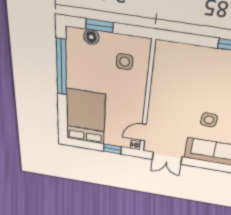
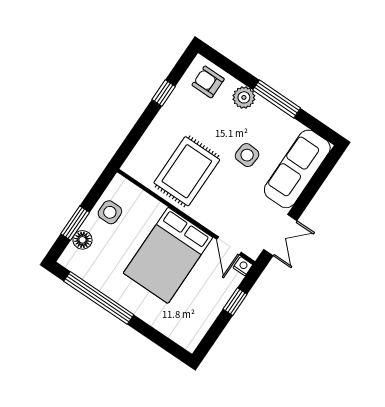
side table: (125, 62) -> (110, 212), moved
rug: (178, 87) -> (187, 171), added
bed: (86, 117) -> (168, 255), moved, turned -90

